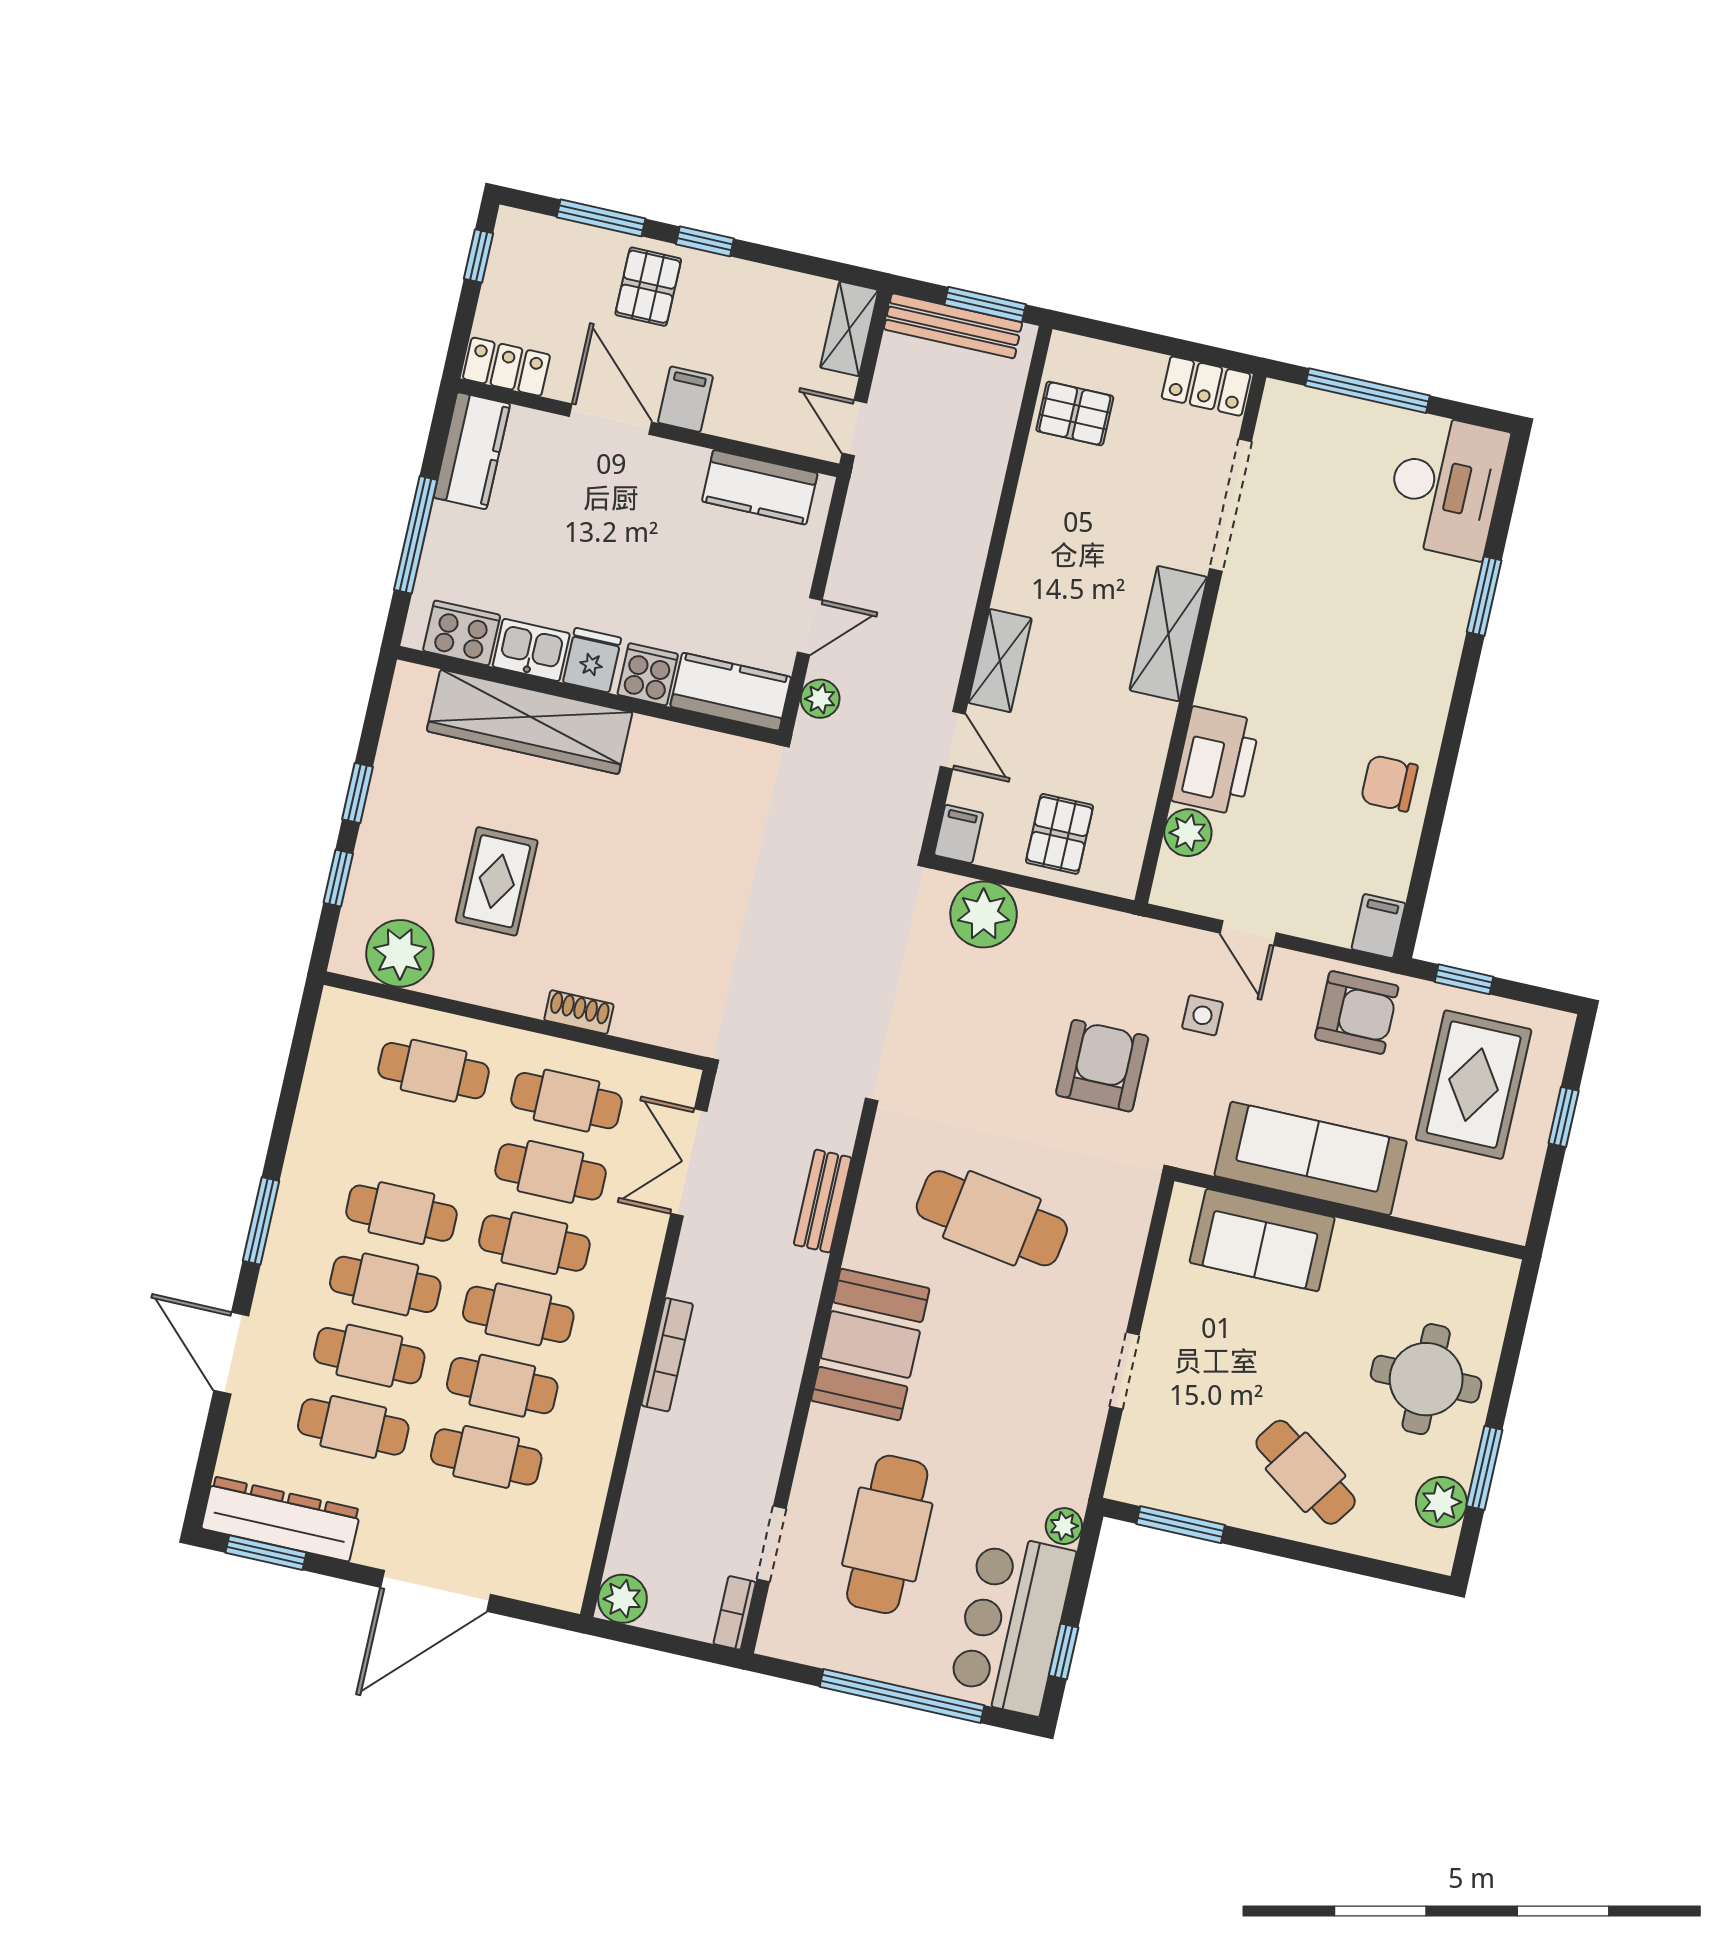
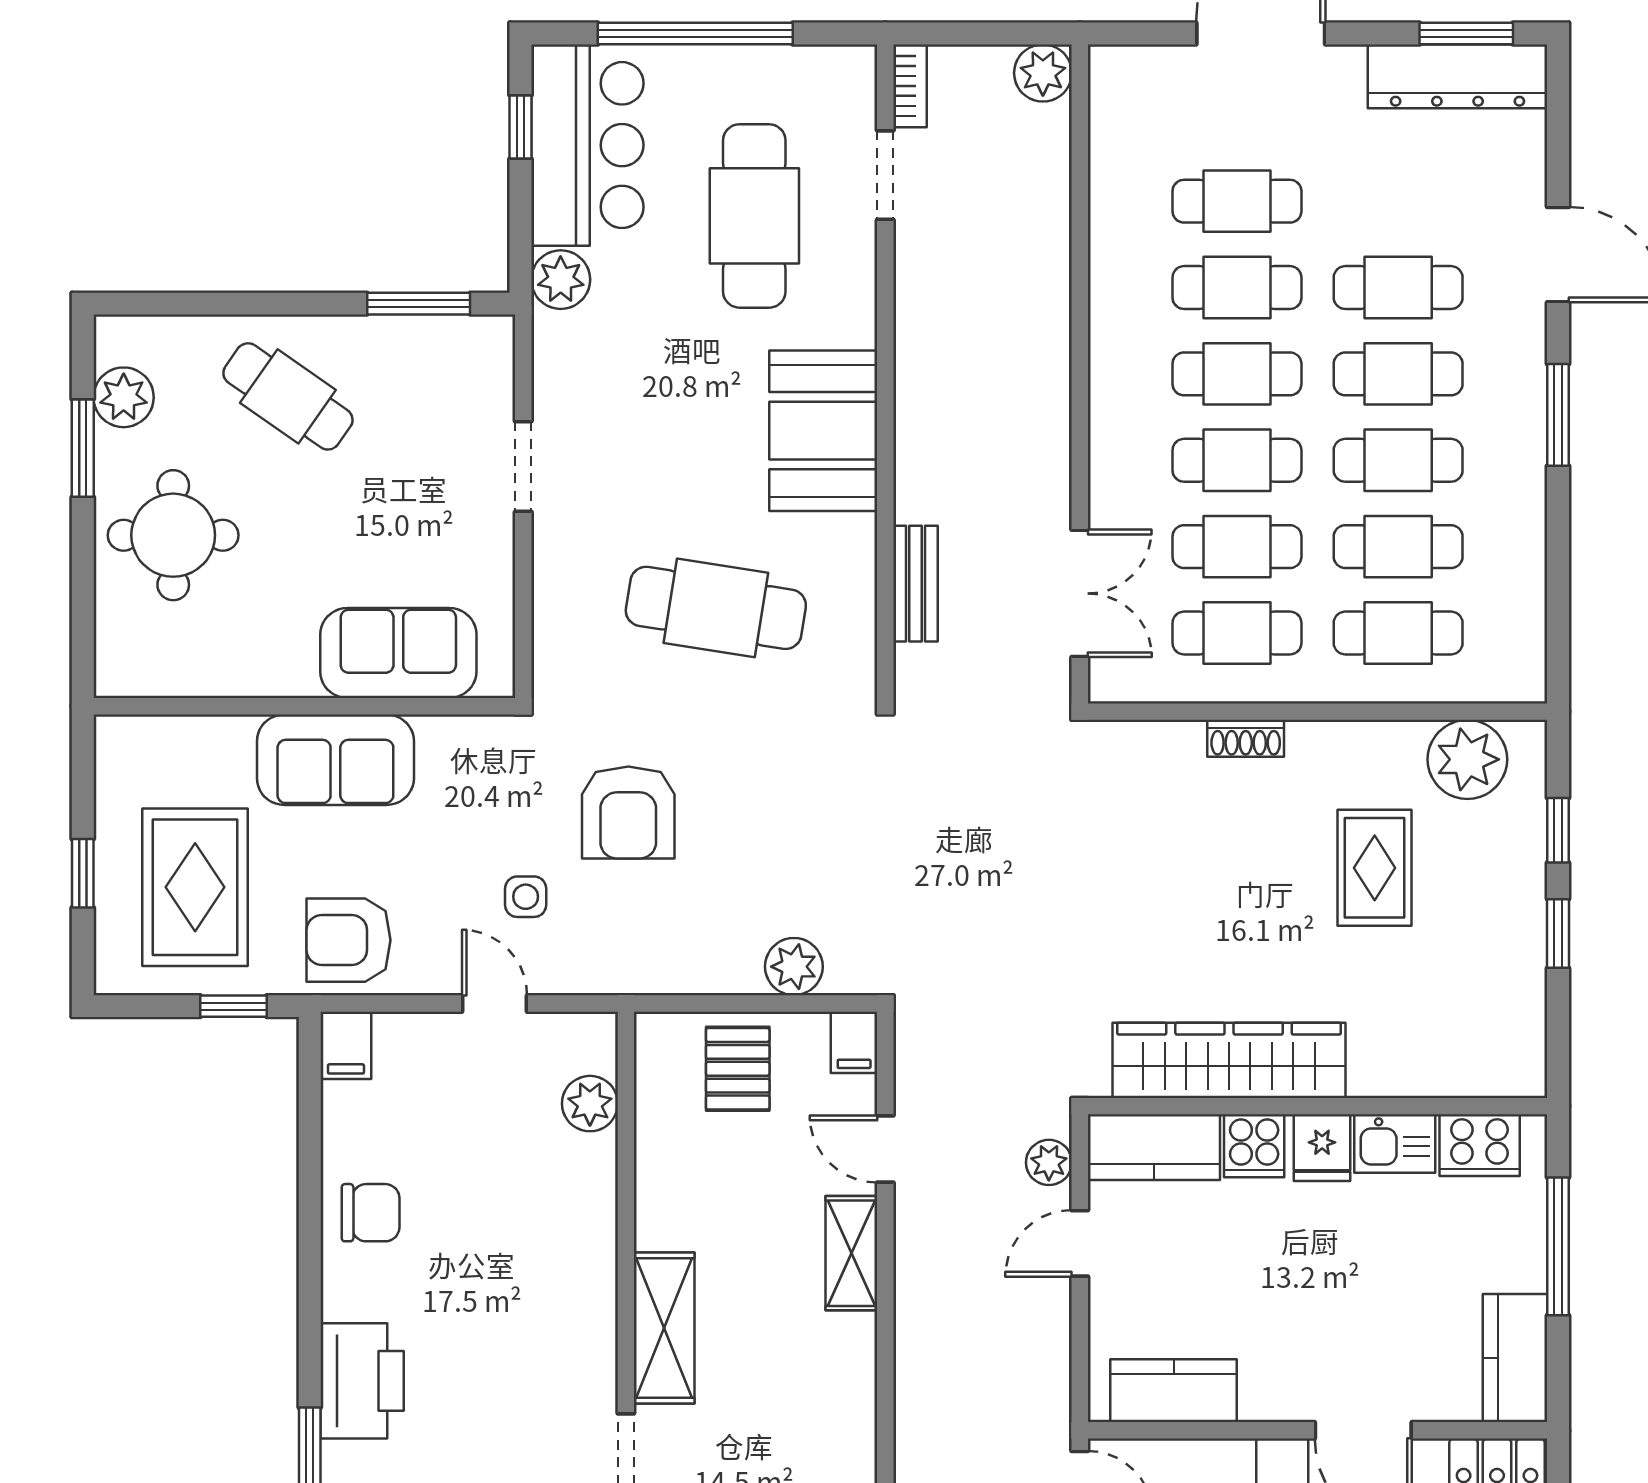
wardrobe: (530, 722) -> (1229, 1060), moved
printer: (1216, 761) -> (362, 1381), moved, turned 180
plant: (984, 914) -> (794, 967), width x0.73, depth x0.73
sofa: (1311, 1158) -> (335, 760), width x0.73
bookcase: (667, 1355) -> (1055, 366), removed
cafe table: (353, 1427) -> (1398, 547), moved
plant: (1064, 1526) -> (561, 280), width x1.38, depth x1.38

